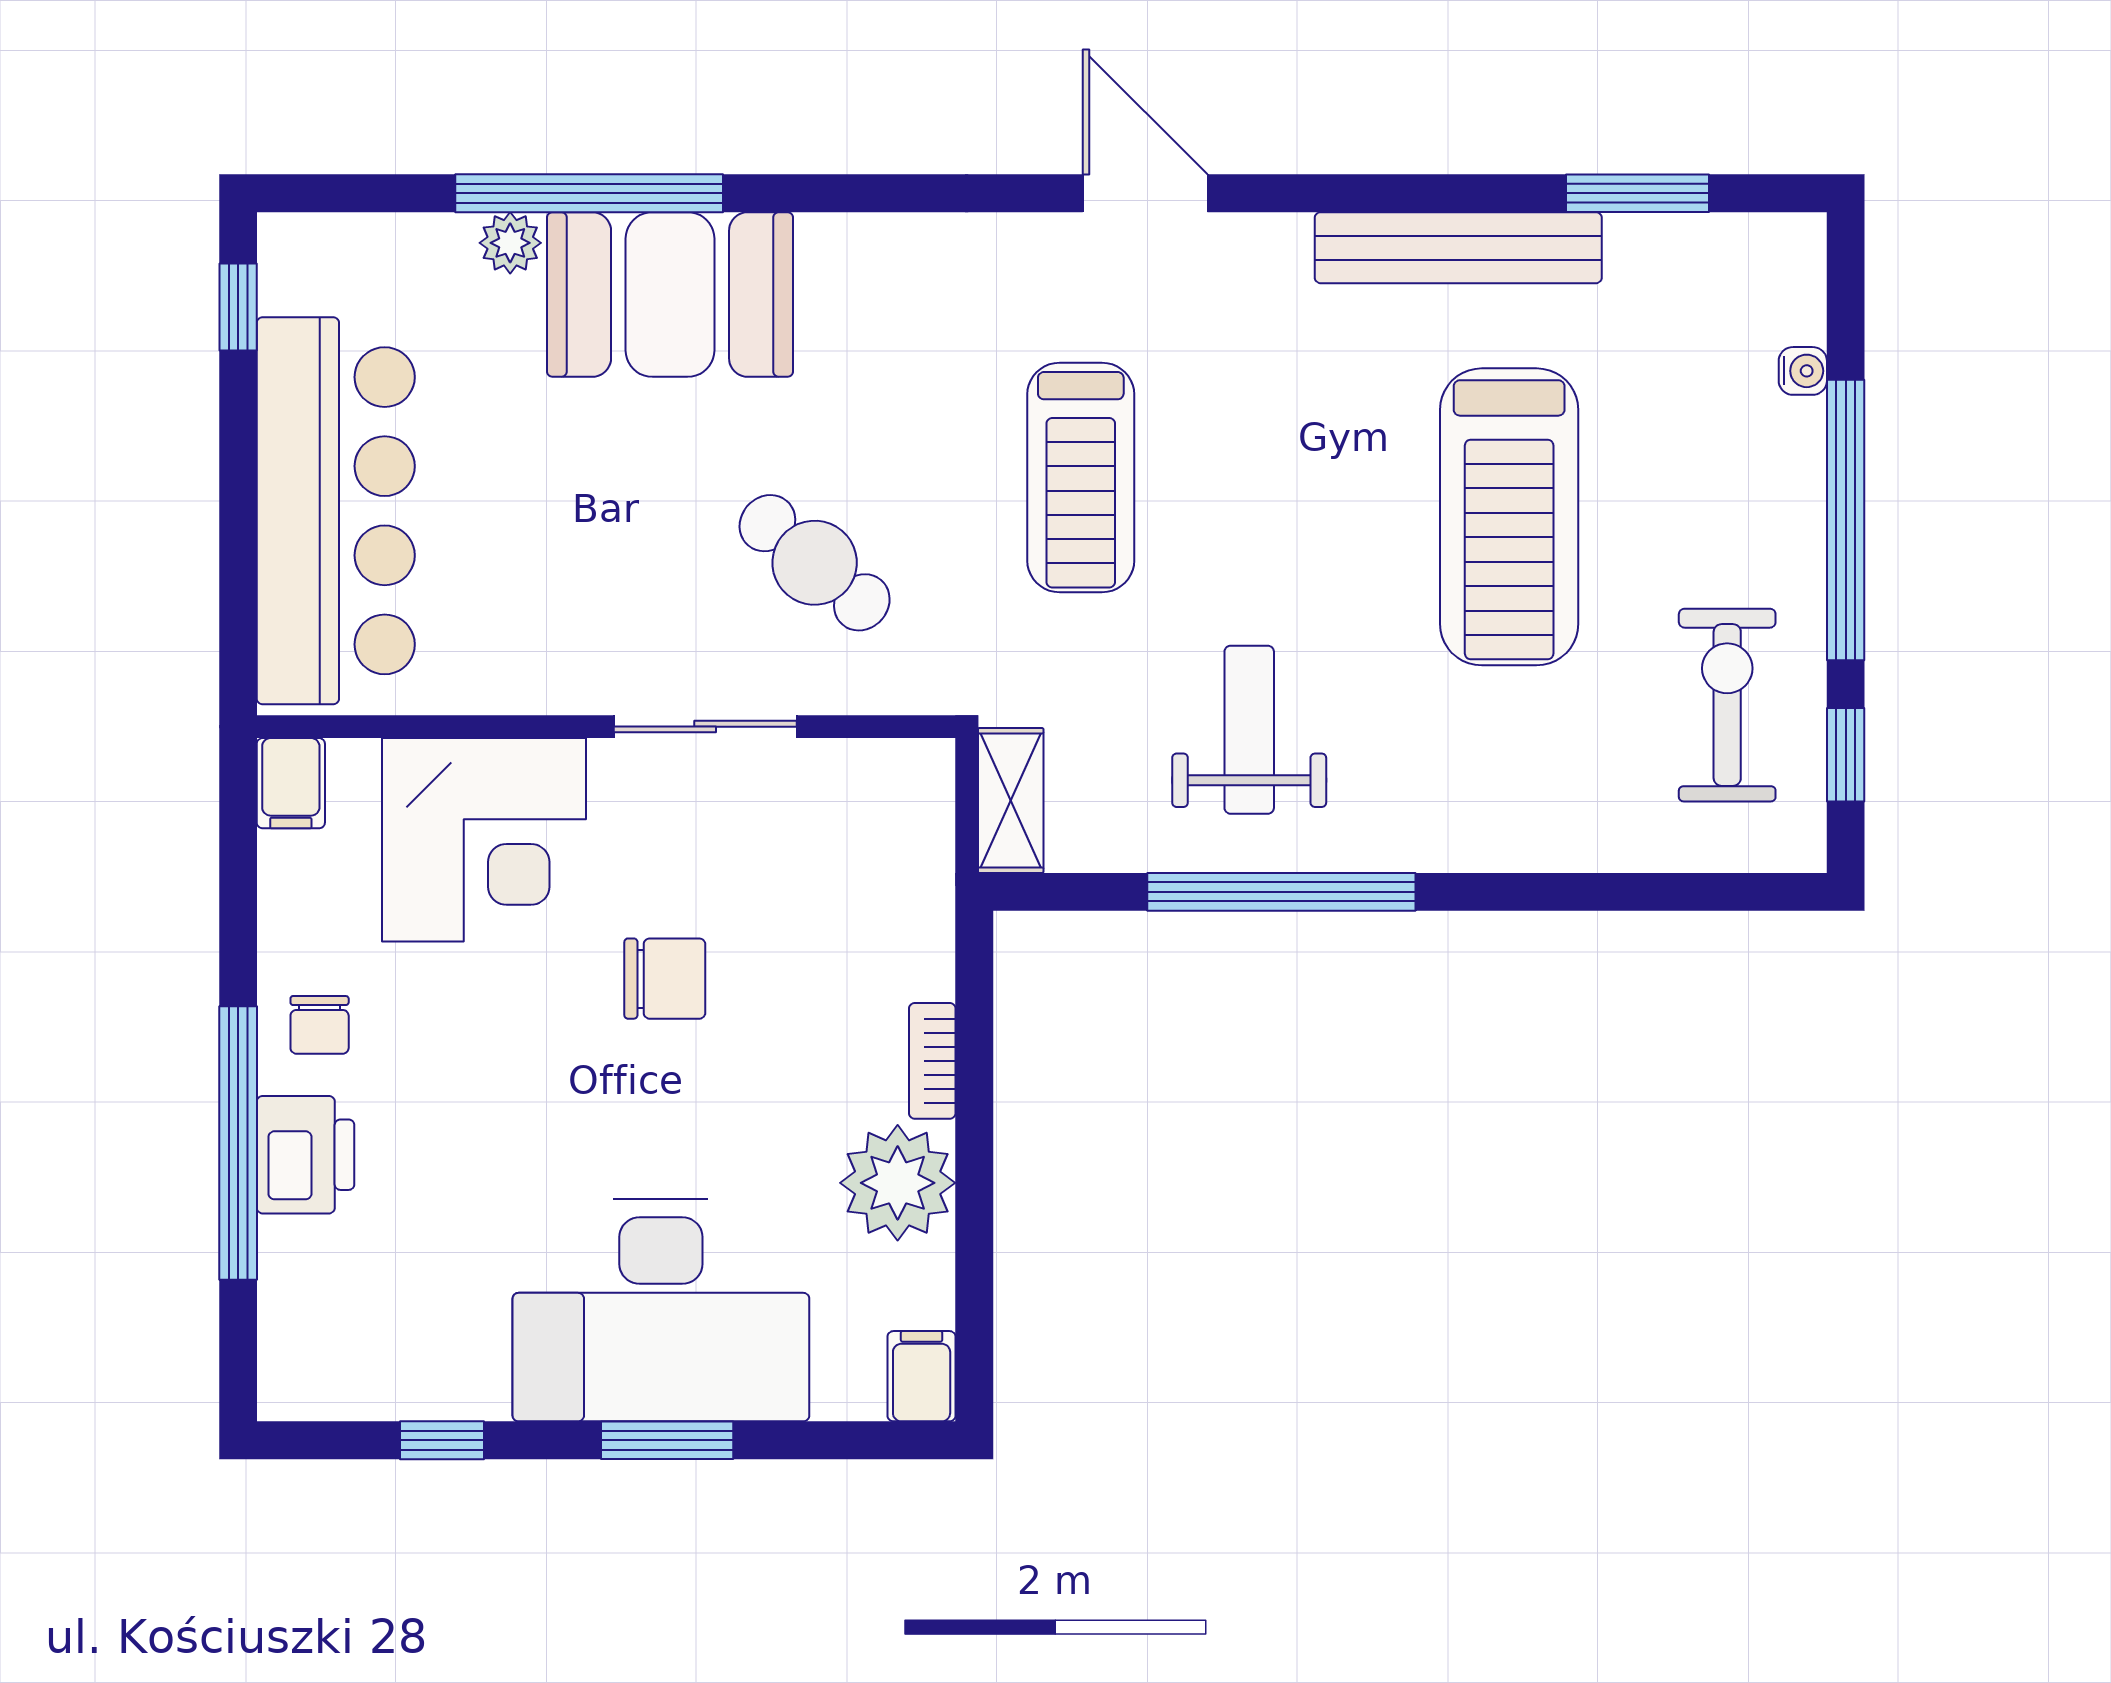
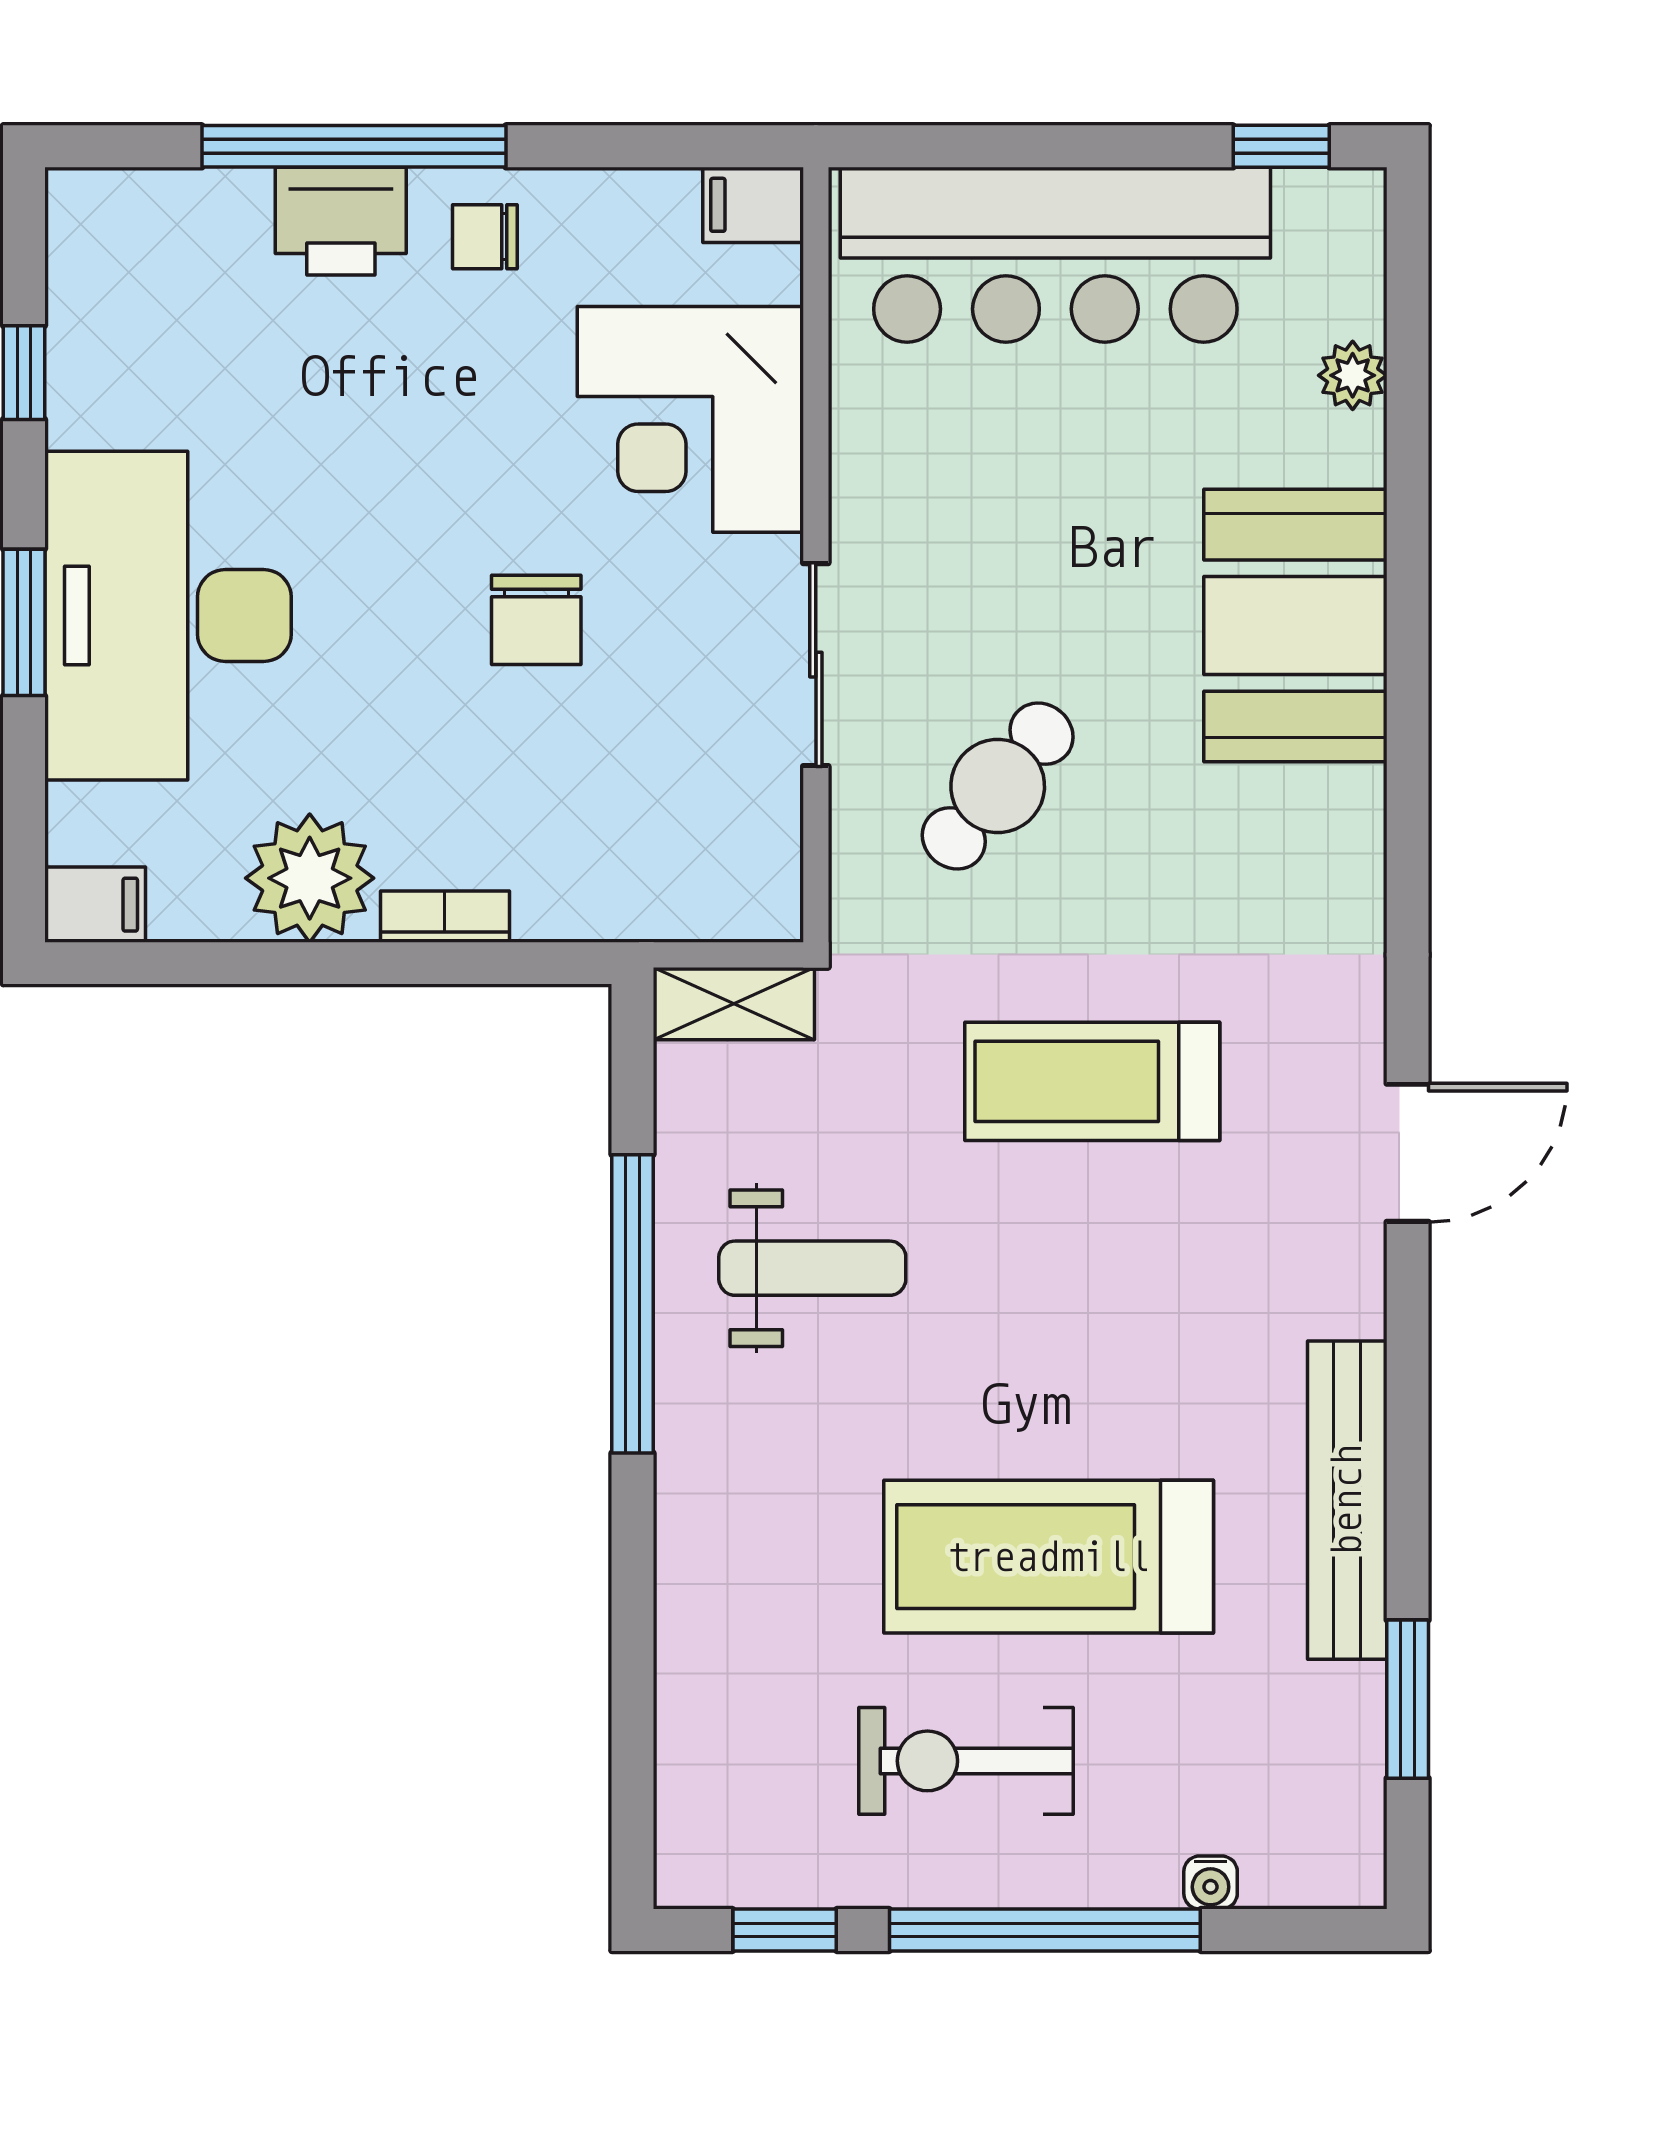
window: (589, 193) -> (1408, 536), removed
plant: (510, 243) -> (1353, 375), moved
exercise bike: (1727, 705) -> (966, 1761), moved, turned 180

